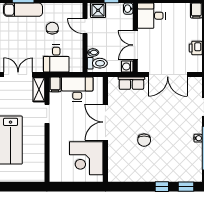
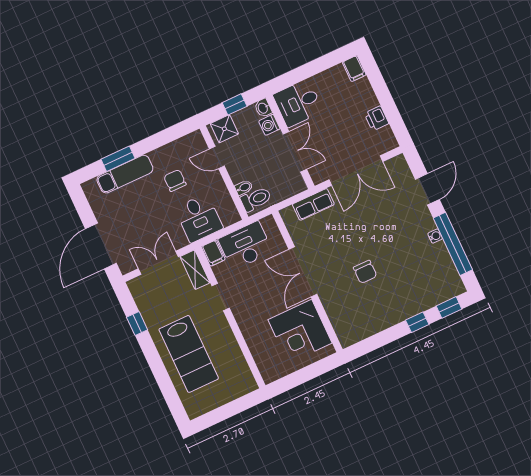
double door: (135, 45) -> (295, 152), swing flipped
washing machine: (127, 66) -> (269, 125), moved

